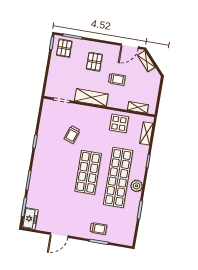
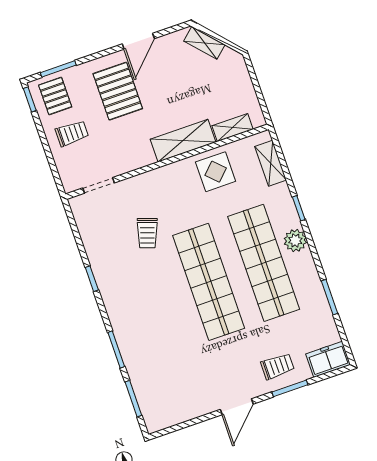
door: (130, 46) -> (138, 41), moved
pallet: (94, 62) -> (118, 91), width x1.50, depth x1.42
trolley: (117, 79) -> (72, 133), moved
shelving: (91, 97) -> (183, 141), moved
shop shelf: (88, 172) -> (209, 282), width x1.40
plant: (137, 186) -> (295, 241), moved
freezer: (30, 219) -> (328, 359), moved, turned -90
door: (59, 235) -> (237, 407), moved

